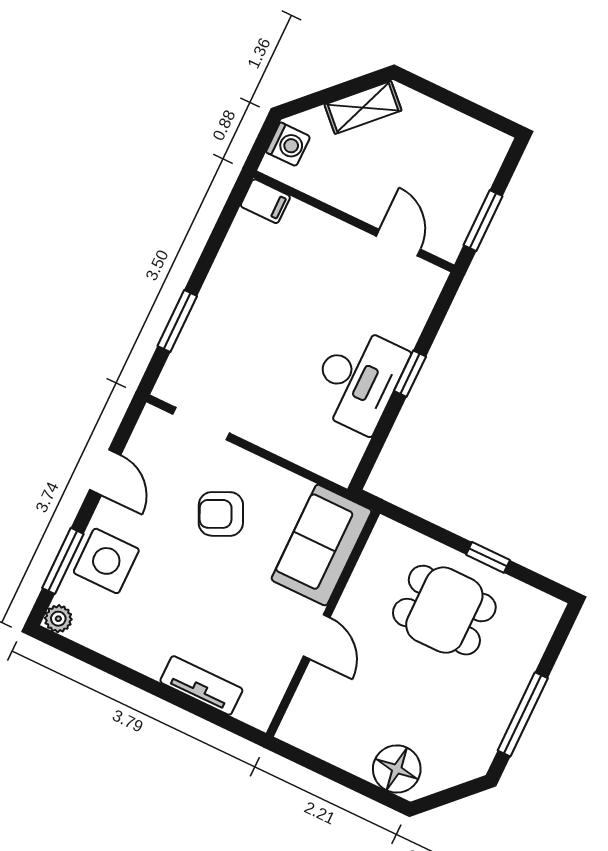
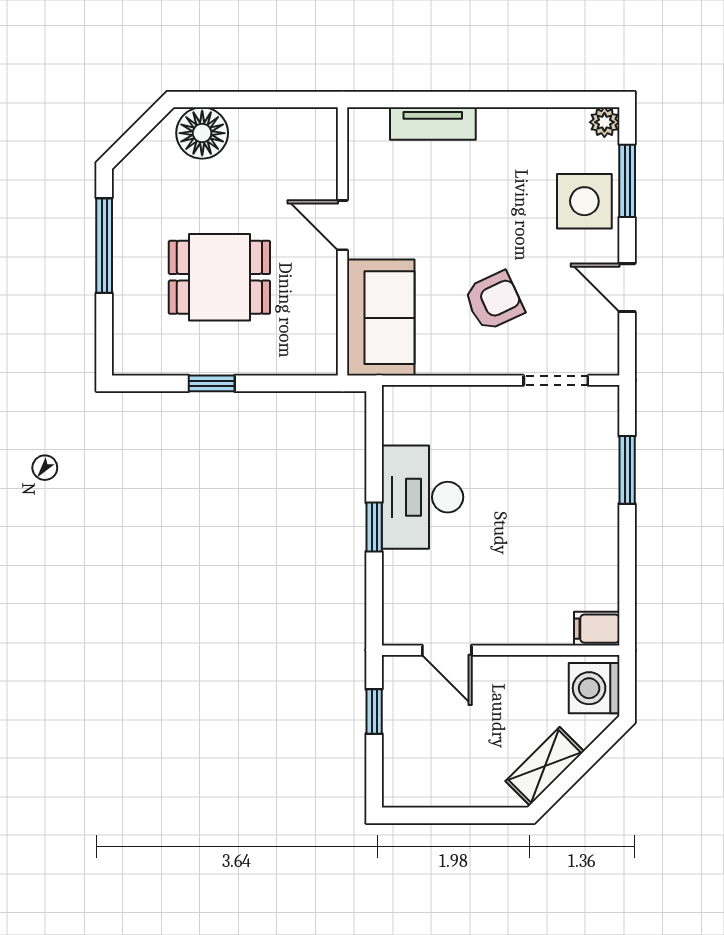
washing machine: (288, 144) -> (594, 688), width x1.38, depth x1.38
window: (483, 221) -> (374, 711), width x0.67
dining table: (444, 610) -> (219, 277), moved

